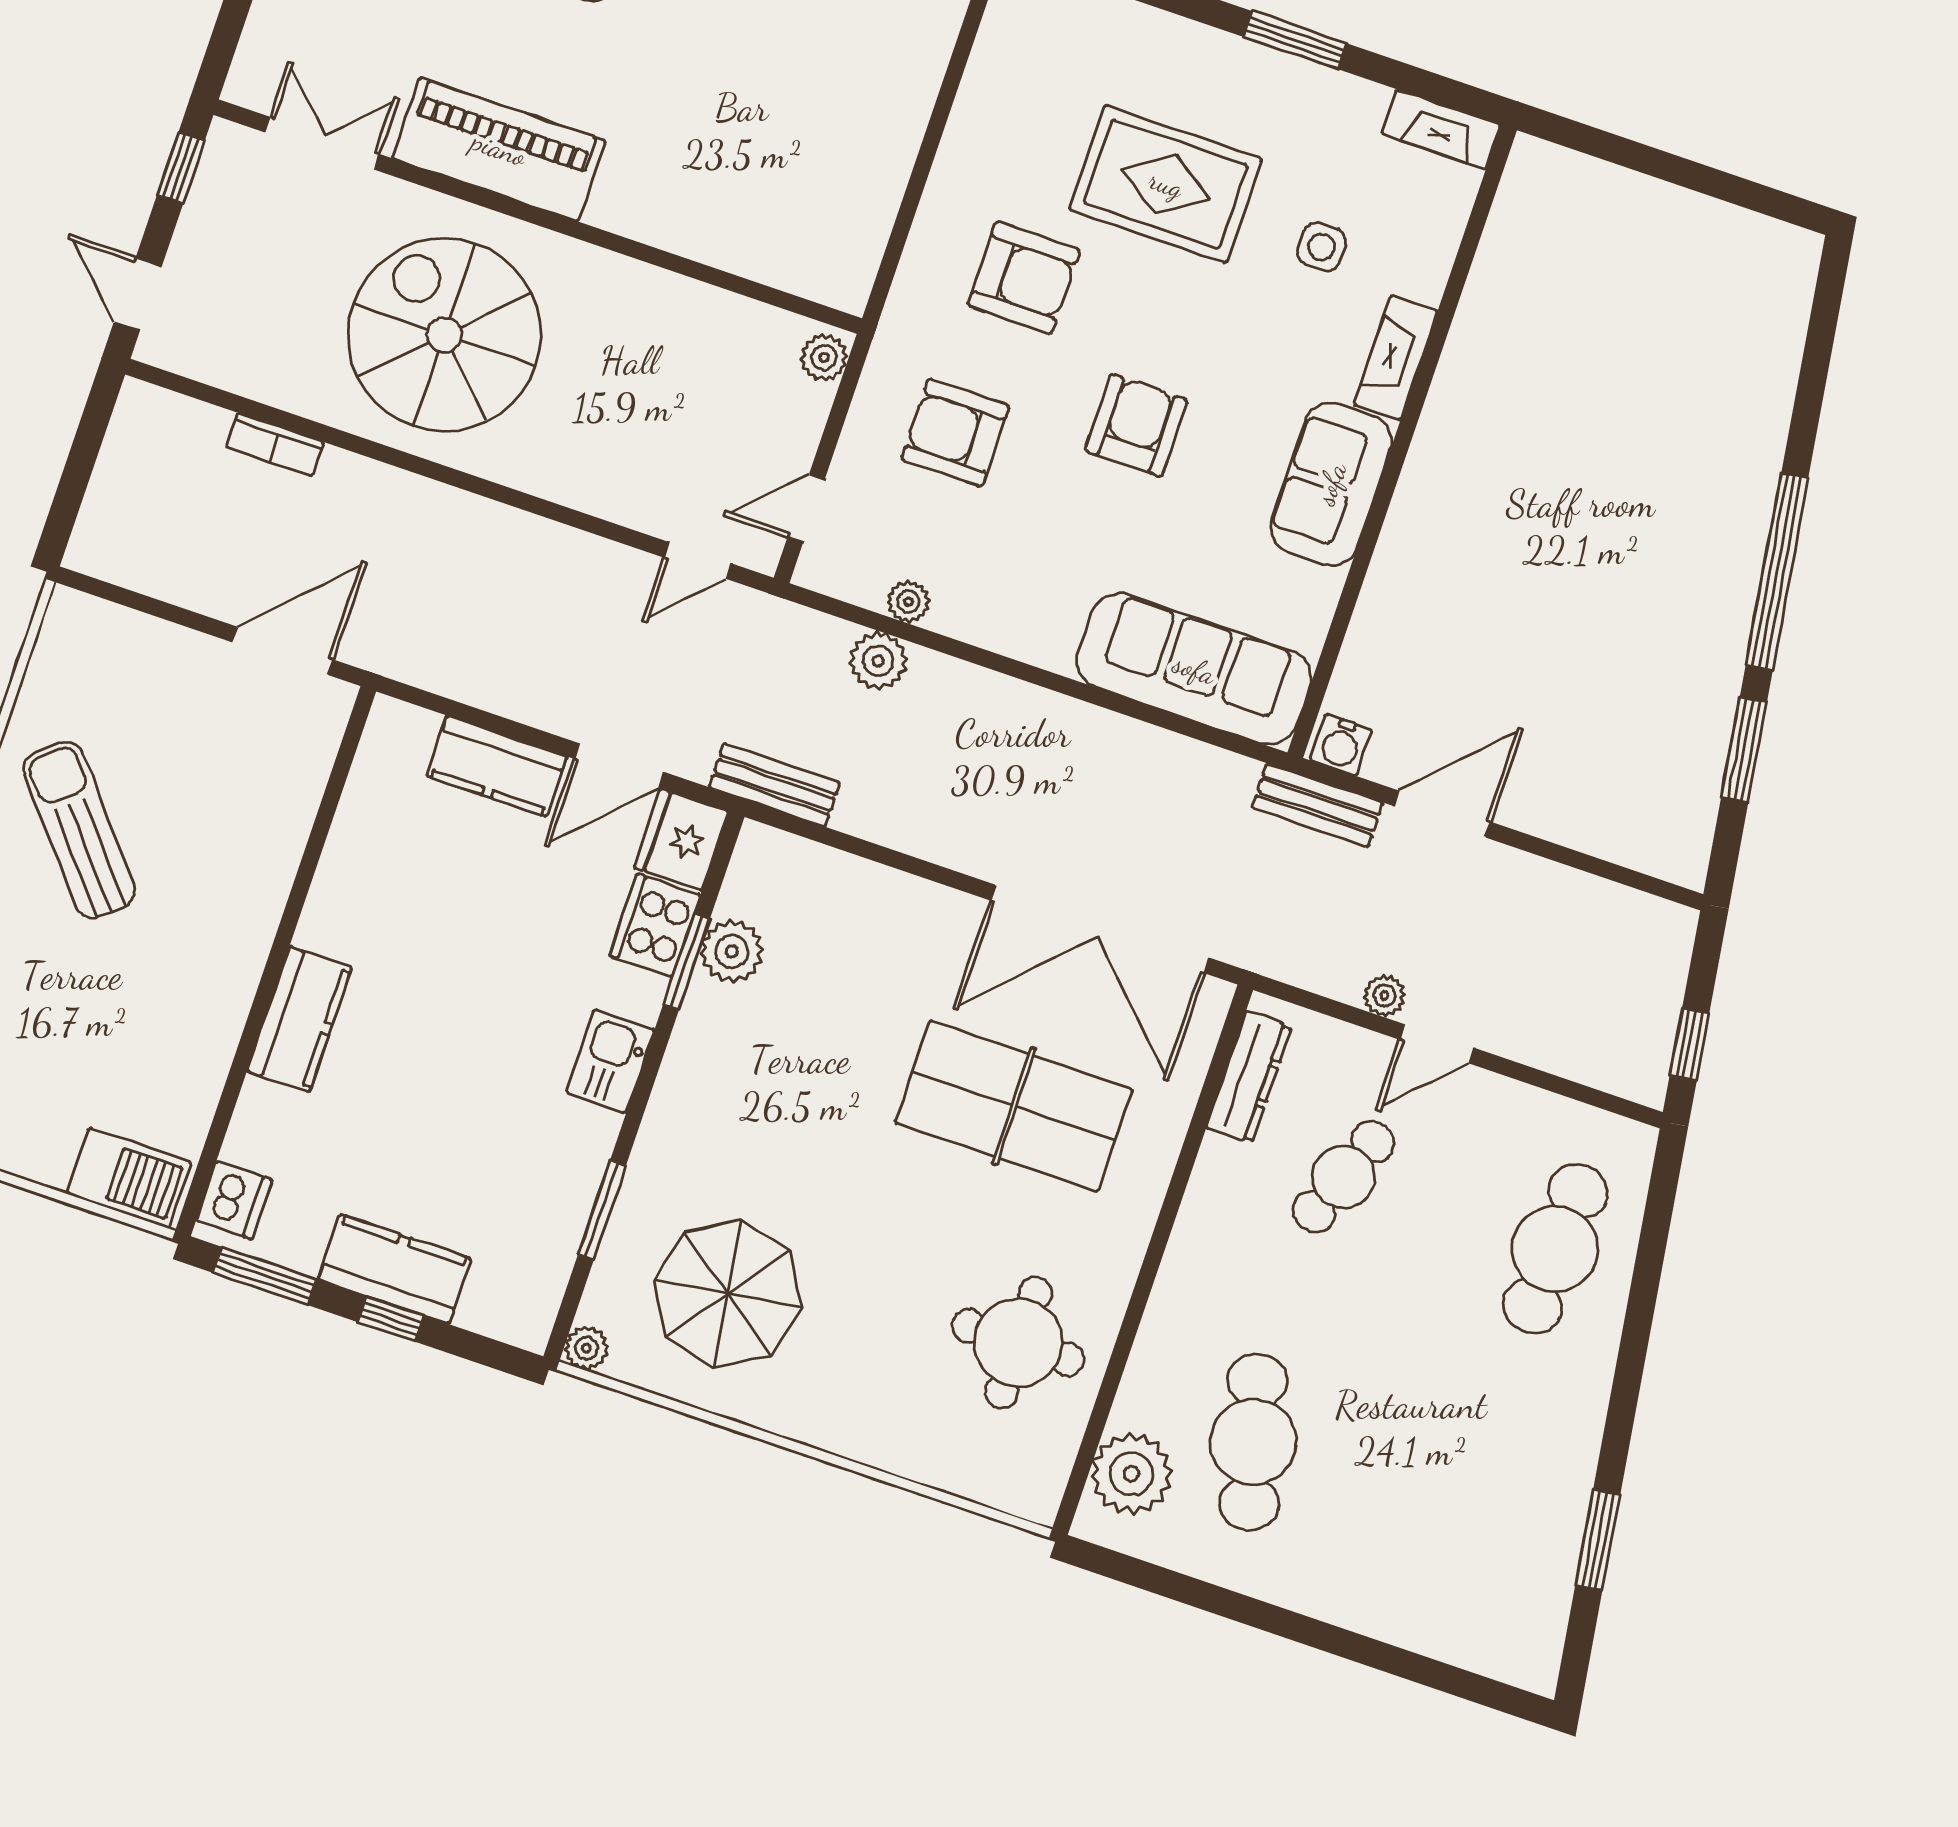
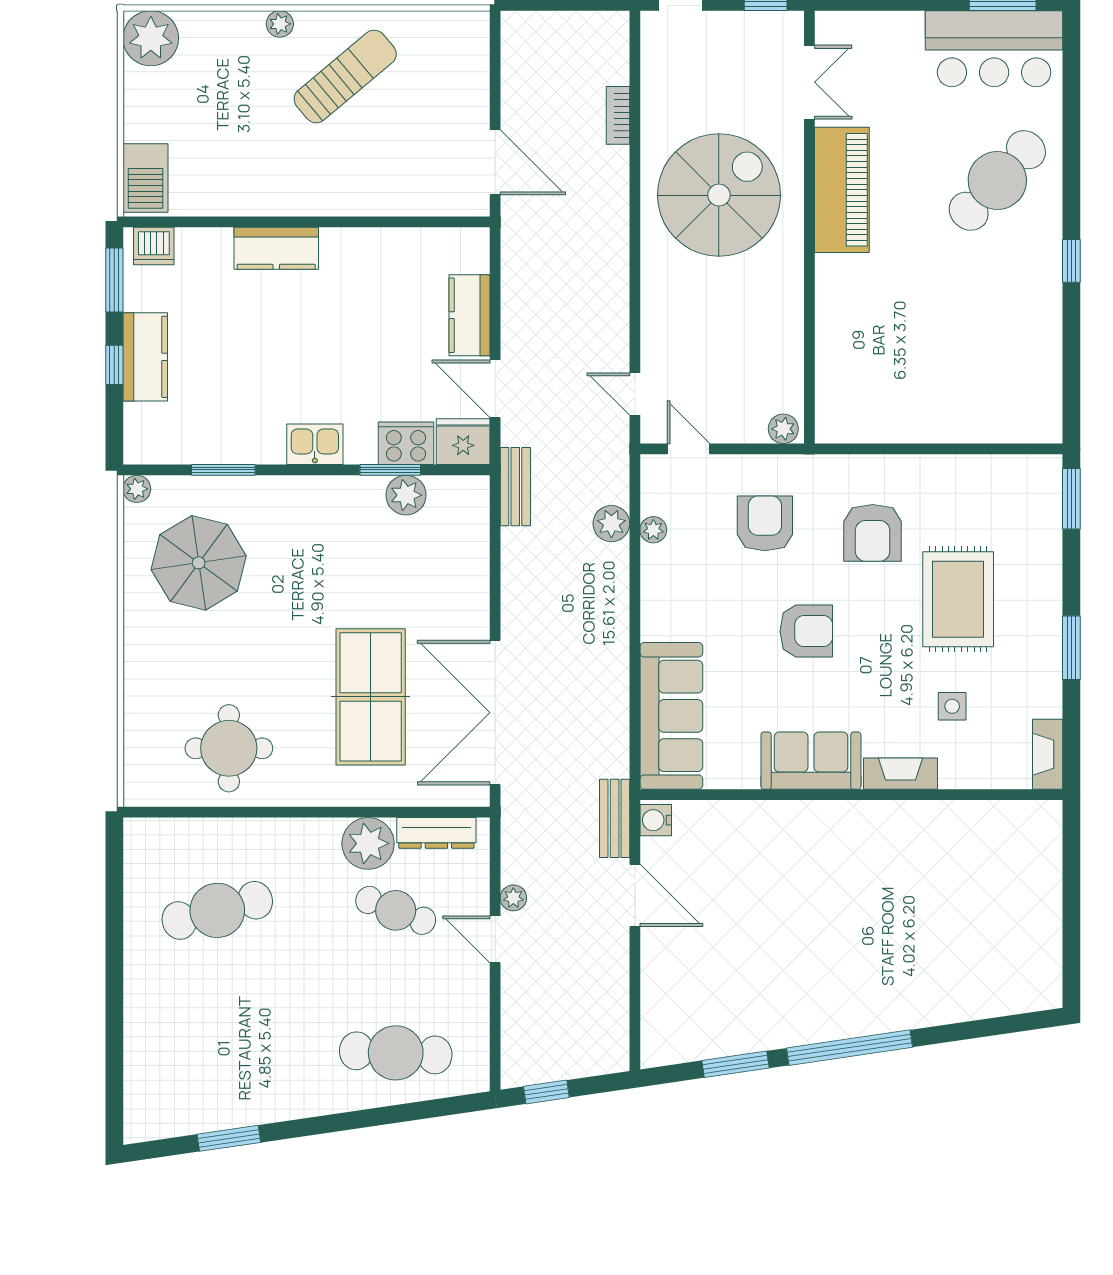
plant: (1131, 1474) -> (368, 843), moved

